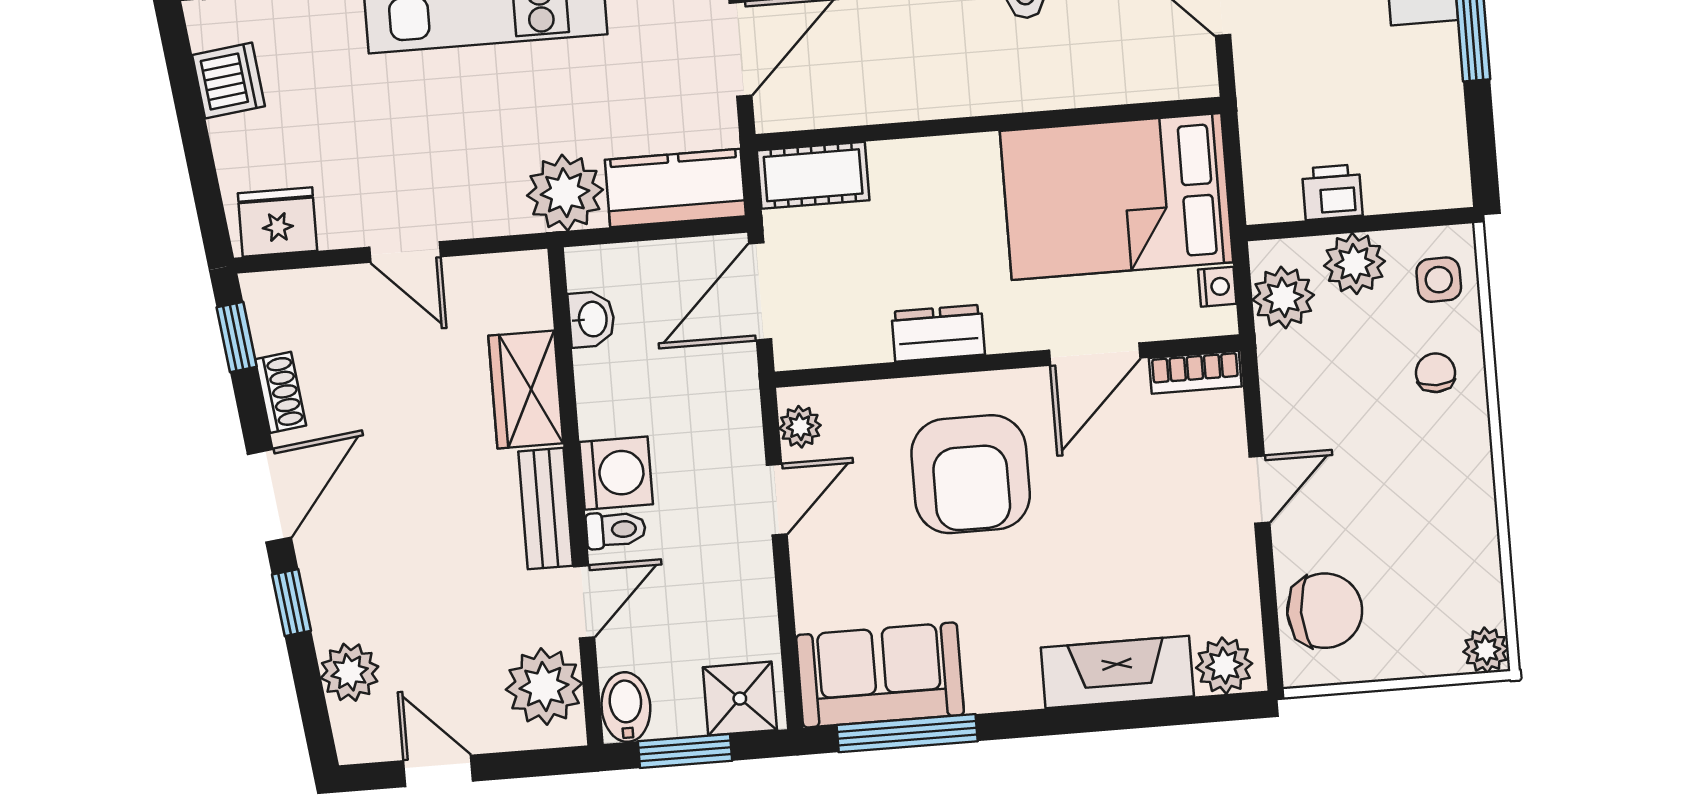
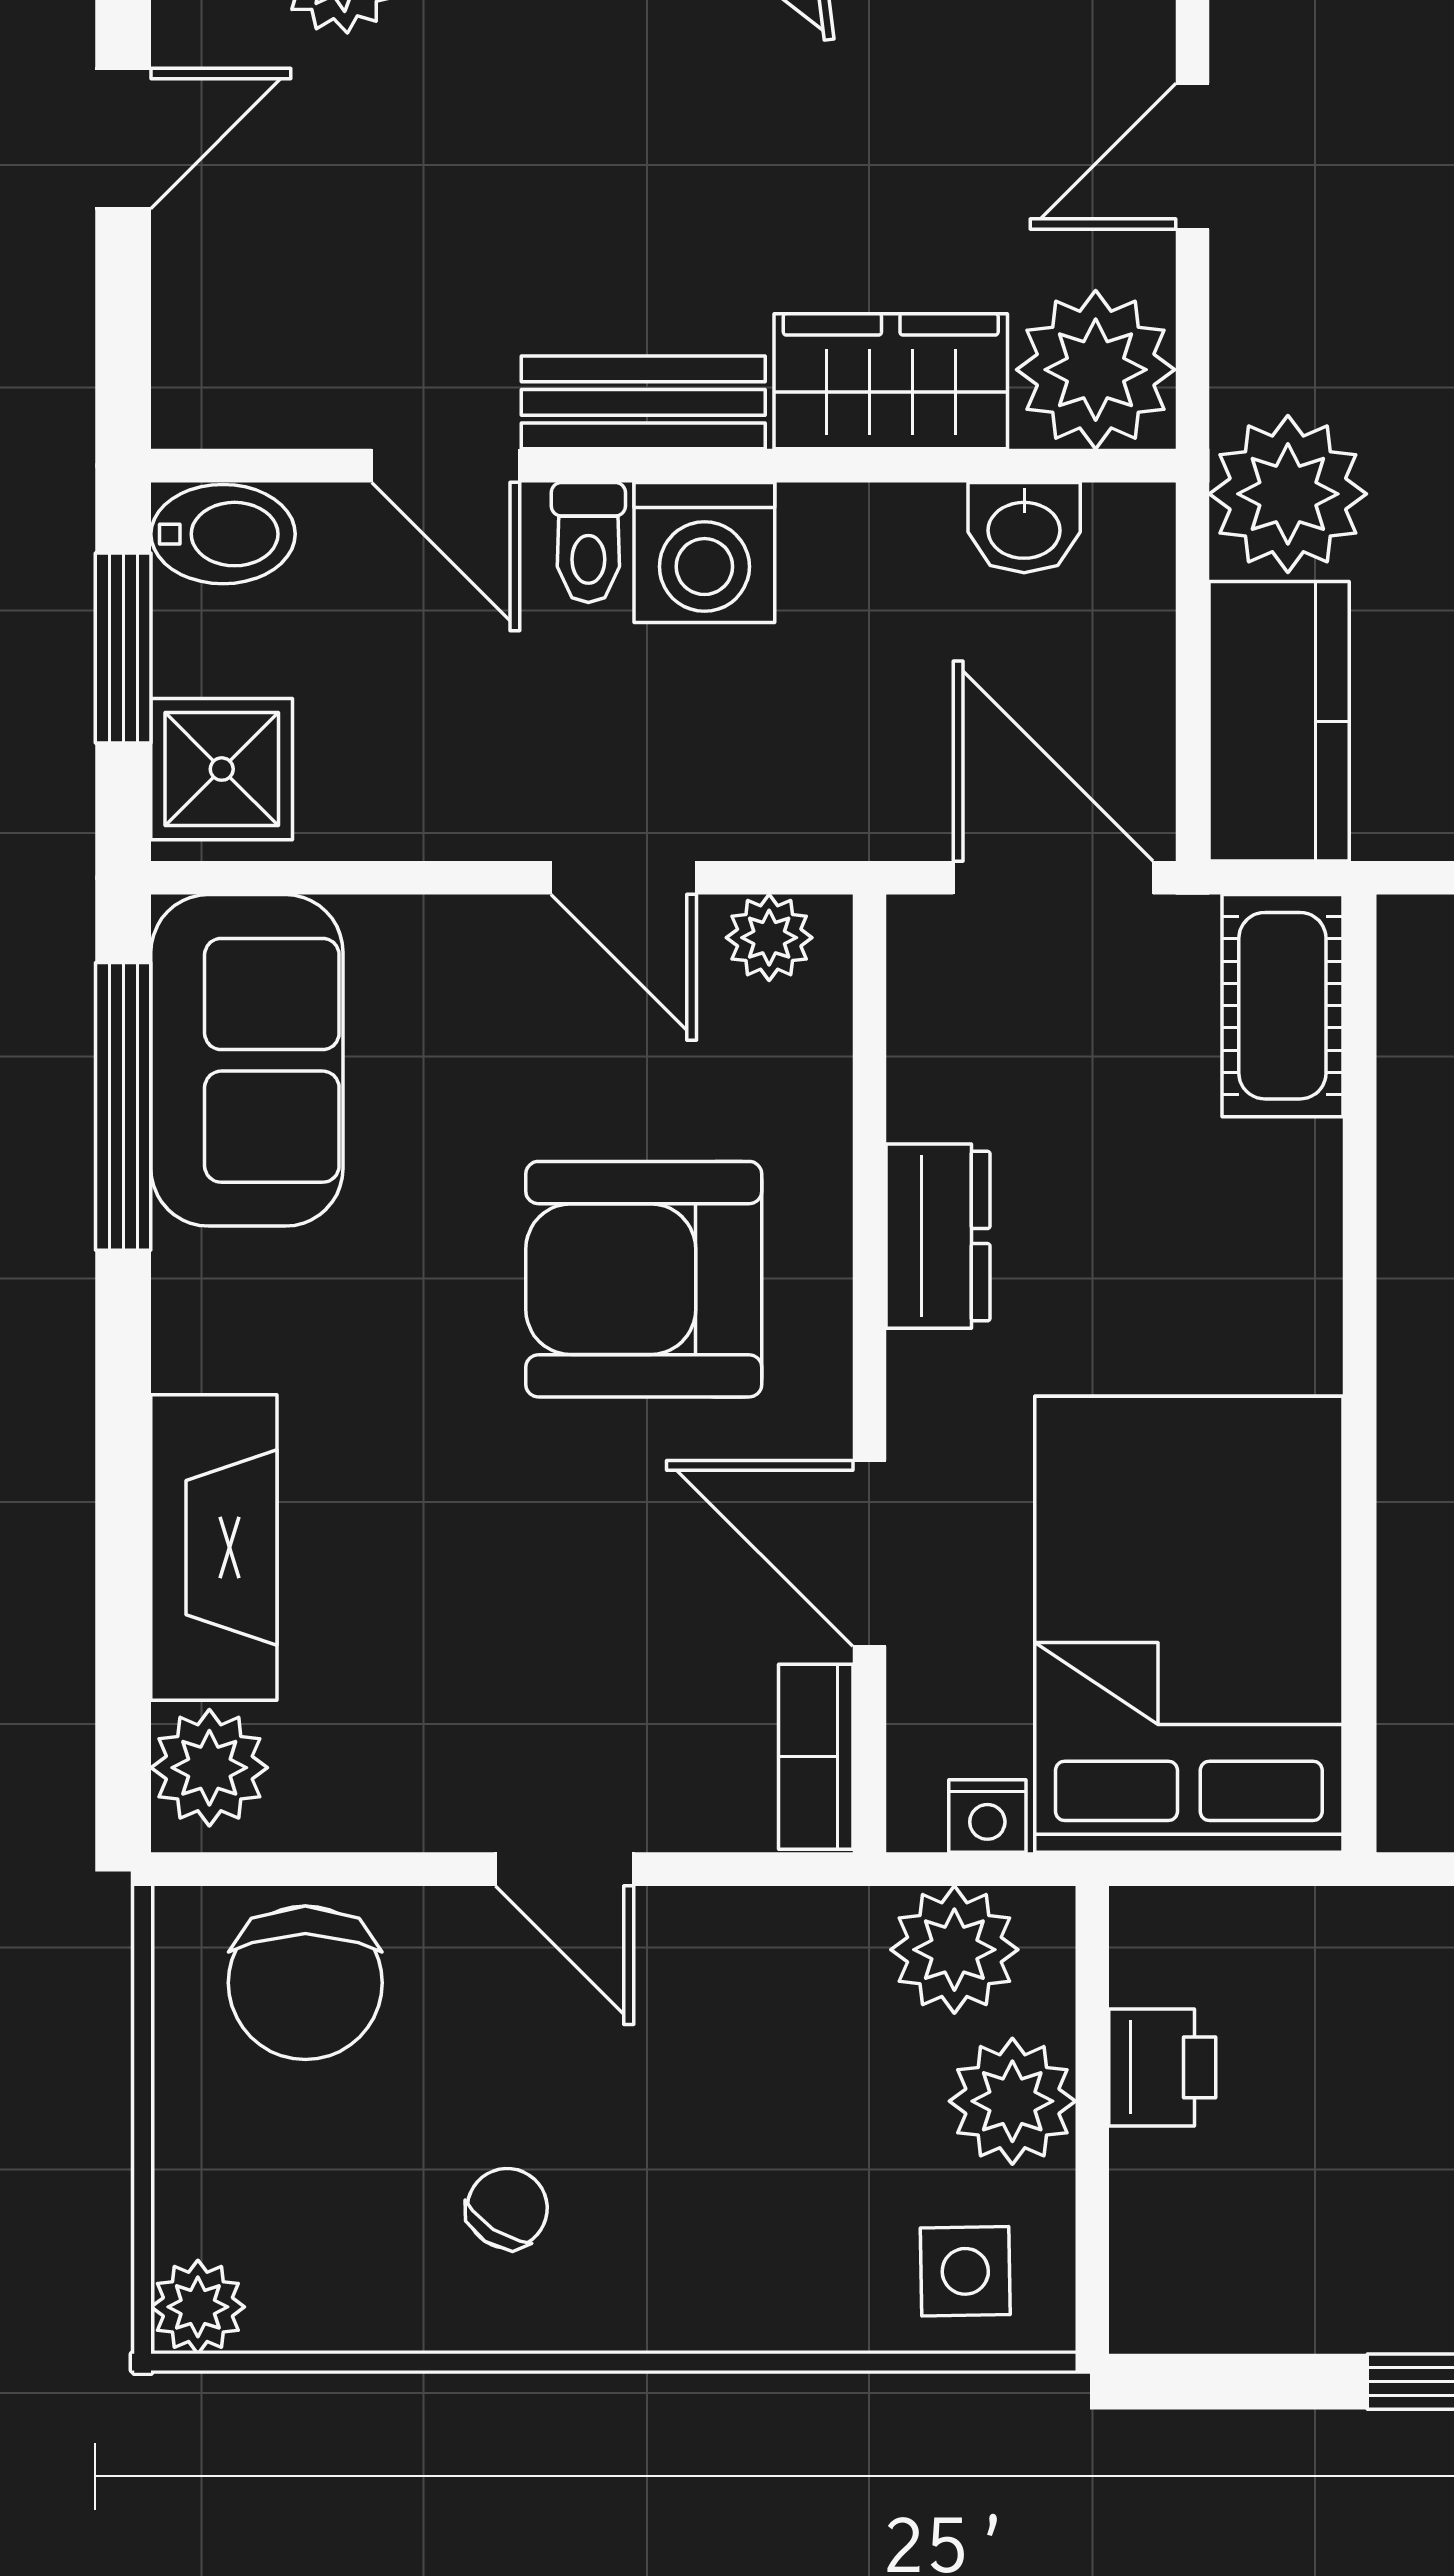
chair: (1436, 373) -> (507, 2208), moved, turned -57
plant: (544, 687) -> (1096, 370), moved

